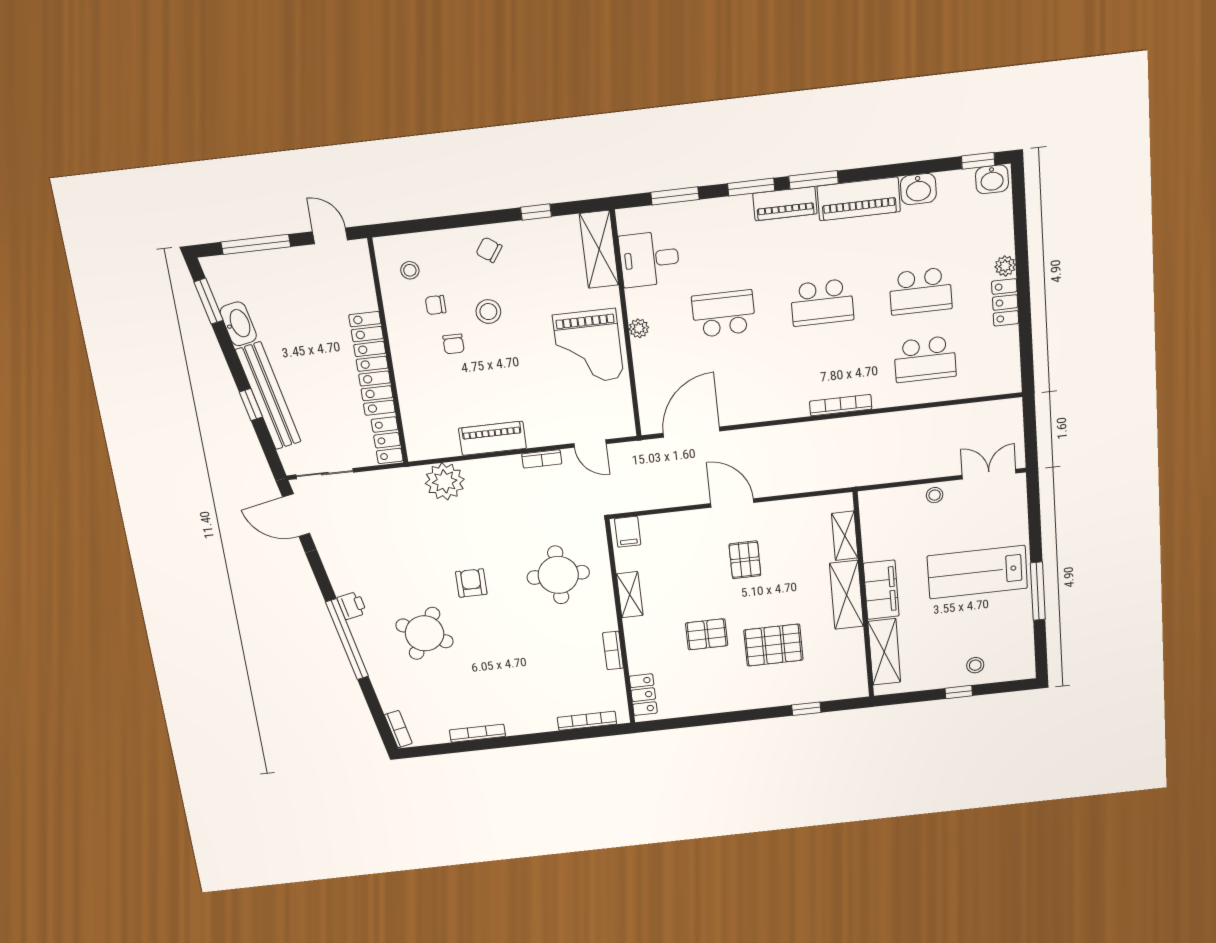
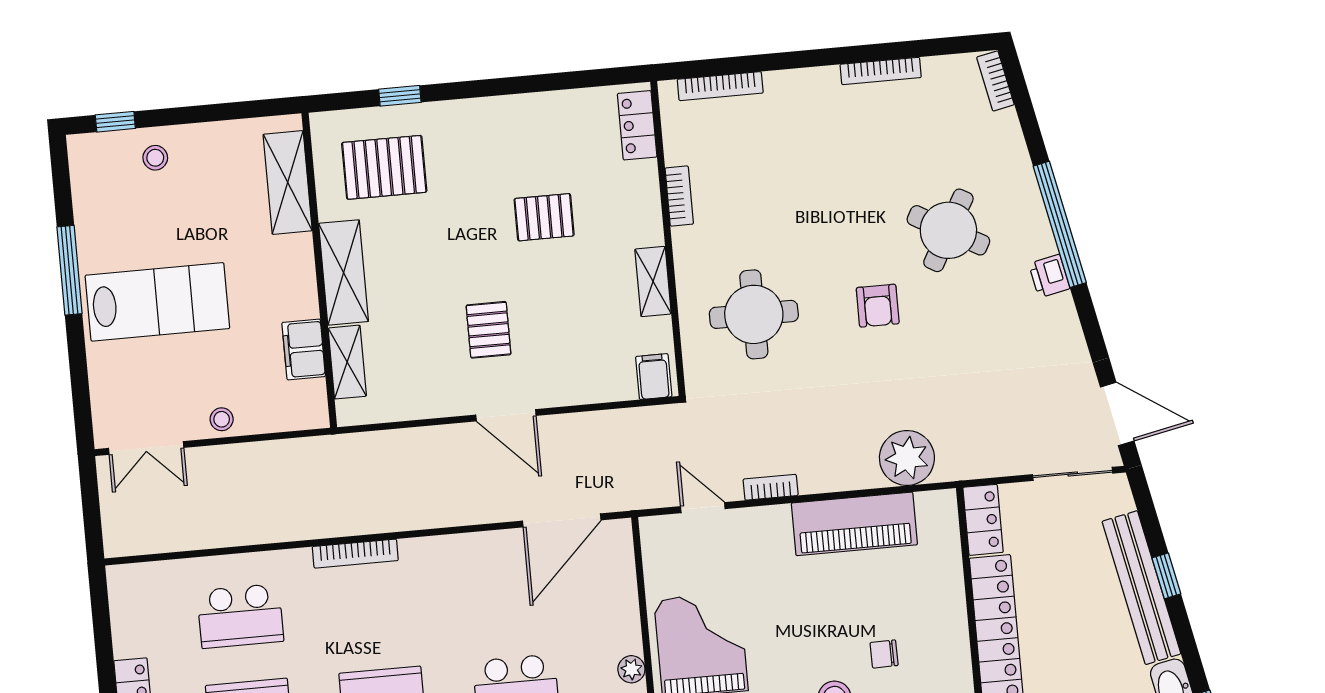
chair: (454, 344) -> (884, 654), turned -91
school desk: (925, 359) -> (240, 616), turned 180
piano: (492, 438) -> (854, 524), width x1.37, depth x1.33
filing cabinet: (881, 590) -> (304, 349), moved, width x0.67, depth x0.86
pallet: (773, 645) -> (384, 167), moved
window: (959, 692) -> (115, 122), moved

